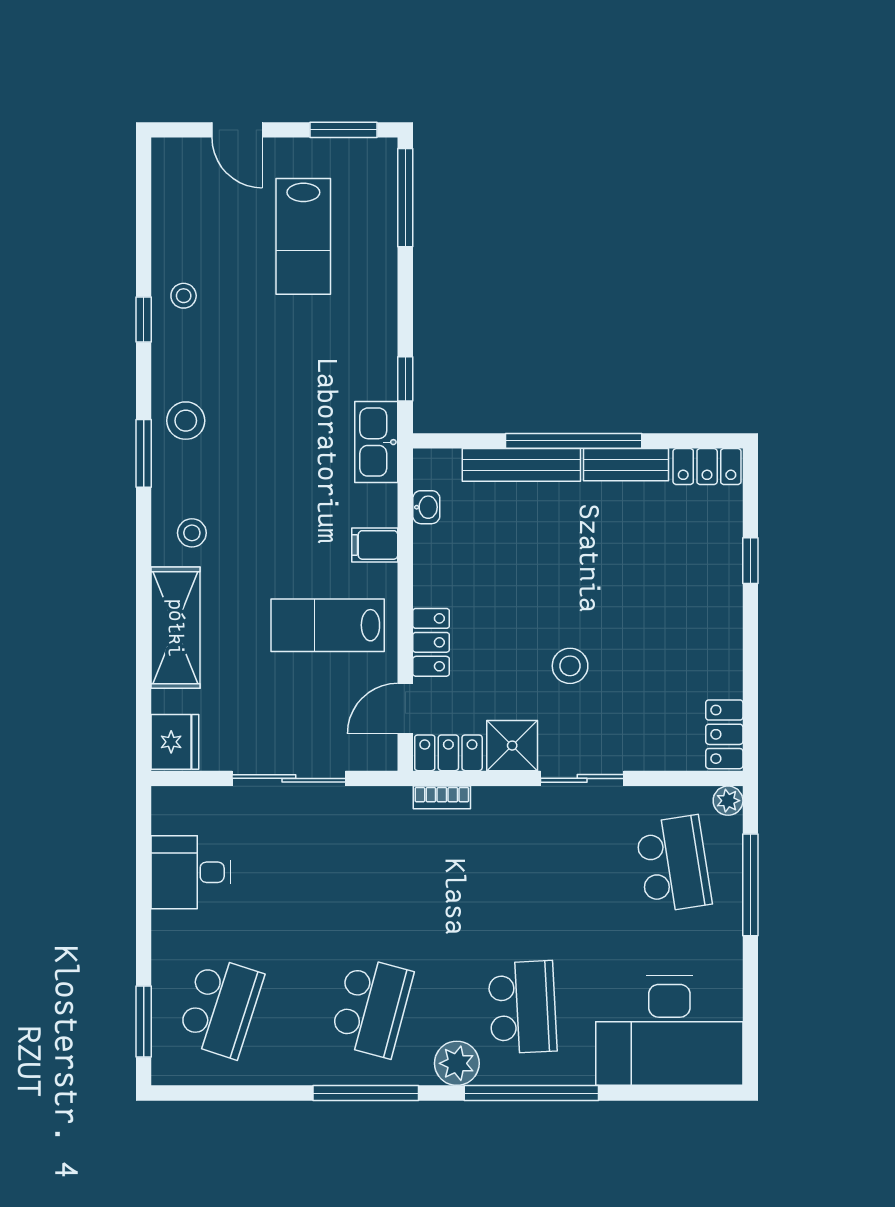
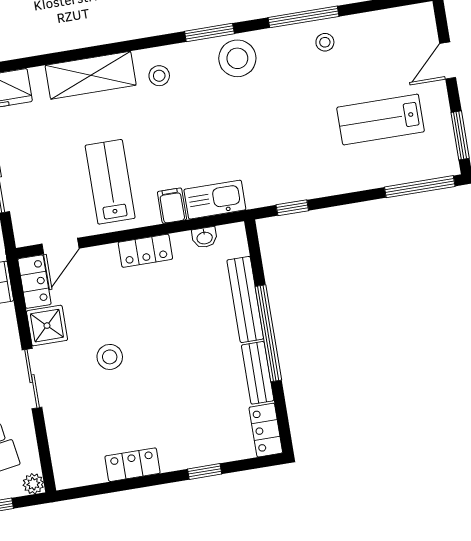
window: (144, 320) -> (304, 17), width x2.17
stool: (186, 421) -> (237, 58), width x1.38, depth x1.38
kitchen sink: (376, 442) -> (215, 200), moved
locker: (431, 642) -> (145, 251), moved
door: (405, 709) -> (61, 246), swing flipped
locker: (724, 734) -> (133, 465), moved

